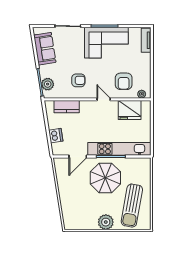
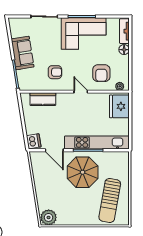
sofa: (45, 49) -> (23, 53), moved
floor lamp: (146, 58) -> (124, 50), added
plant: (48, 84) -> (23, 76), removed
fridge: (130, 110) -> (119, 106), moved, turned 90
dishwasher: (56, 136) -> (34, 141), moved
door: (78, 156) -> (54, 150), hinge flipped
plant: (106, 222) -> (49, 217), moved

